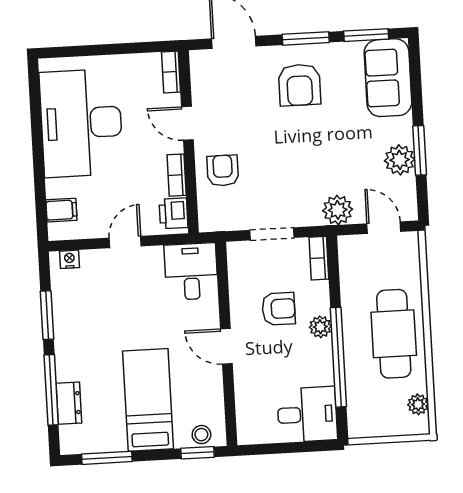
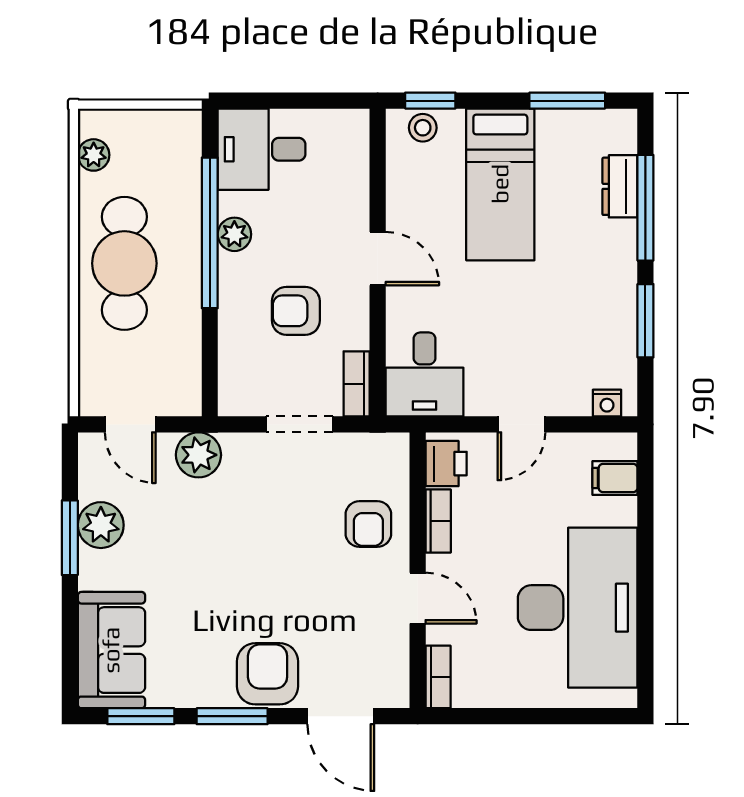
armchair: (300, 85) -> (268, 674), moved
bookcase: (319, 258) -> (357, 384), moved, turned 180
plant: (320, 327) -> (234, 234), moved

